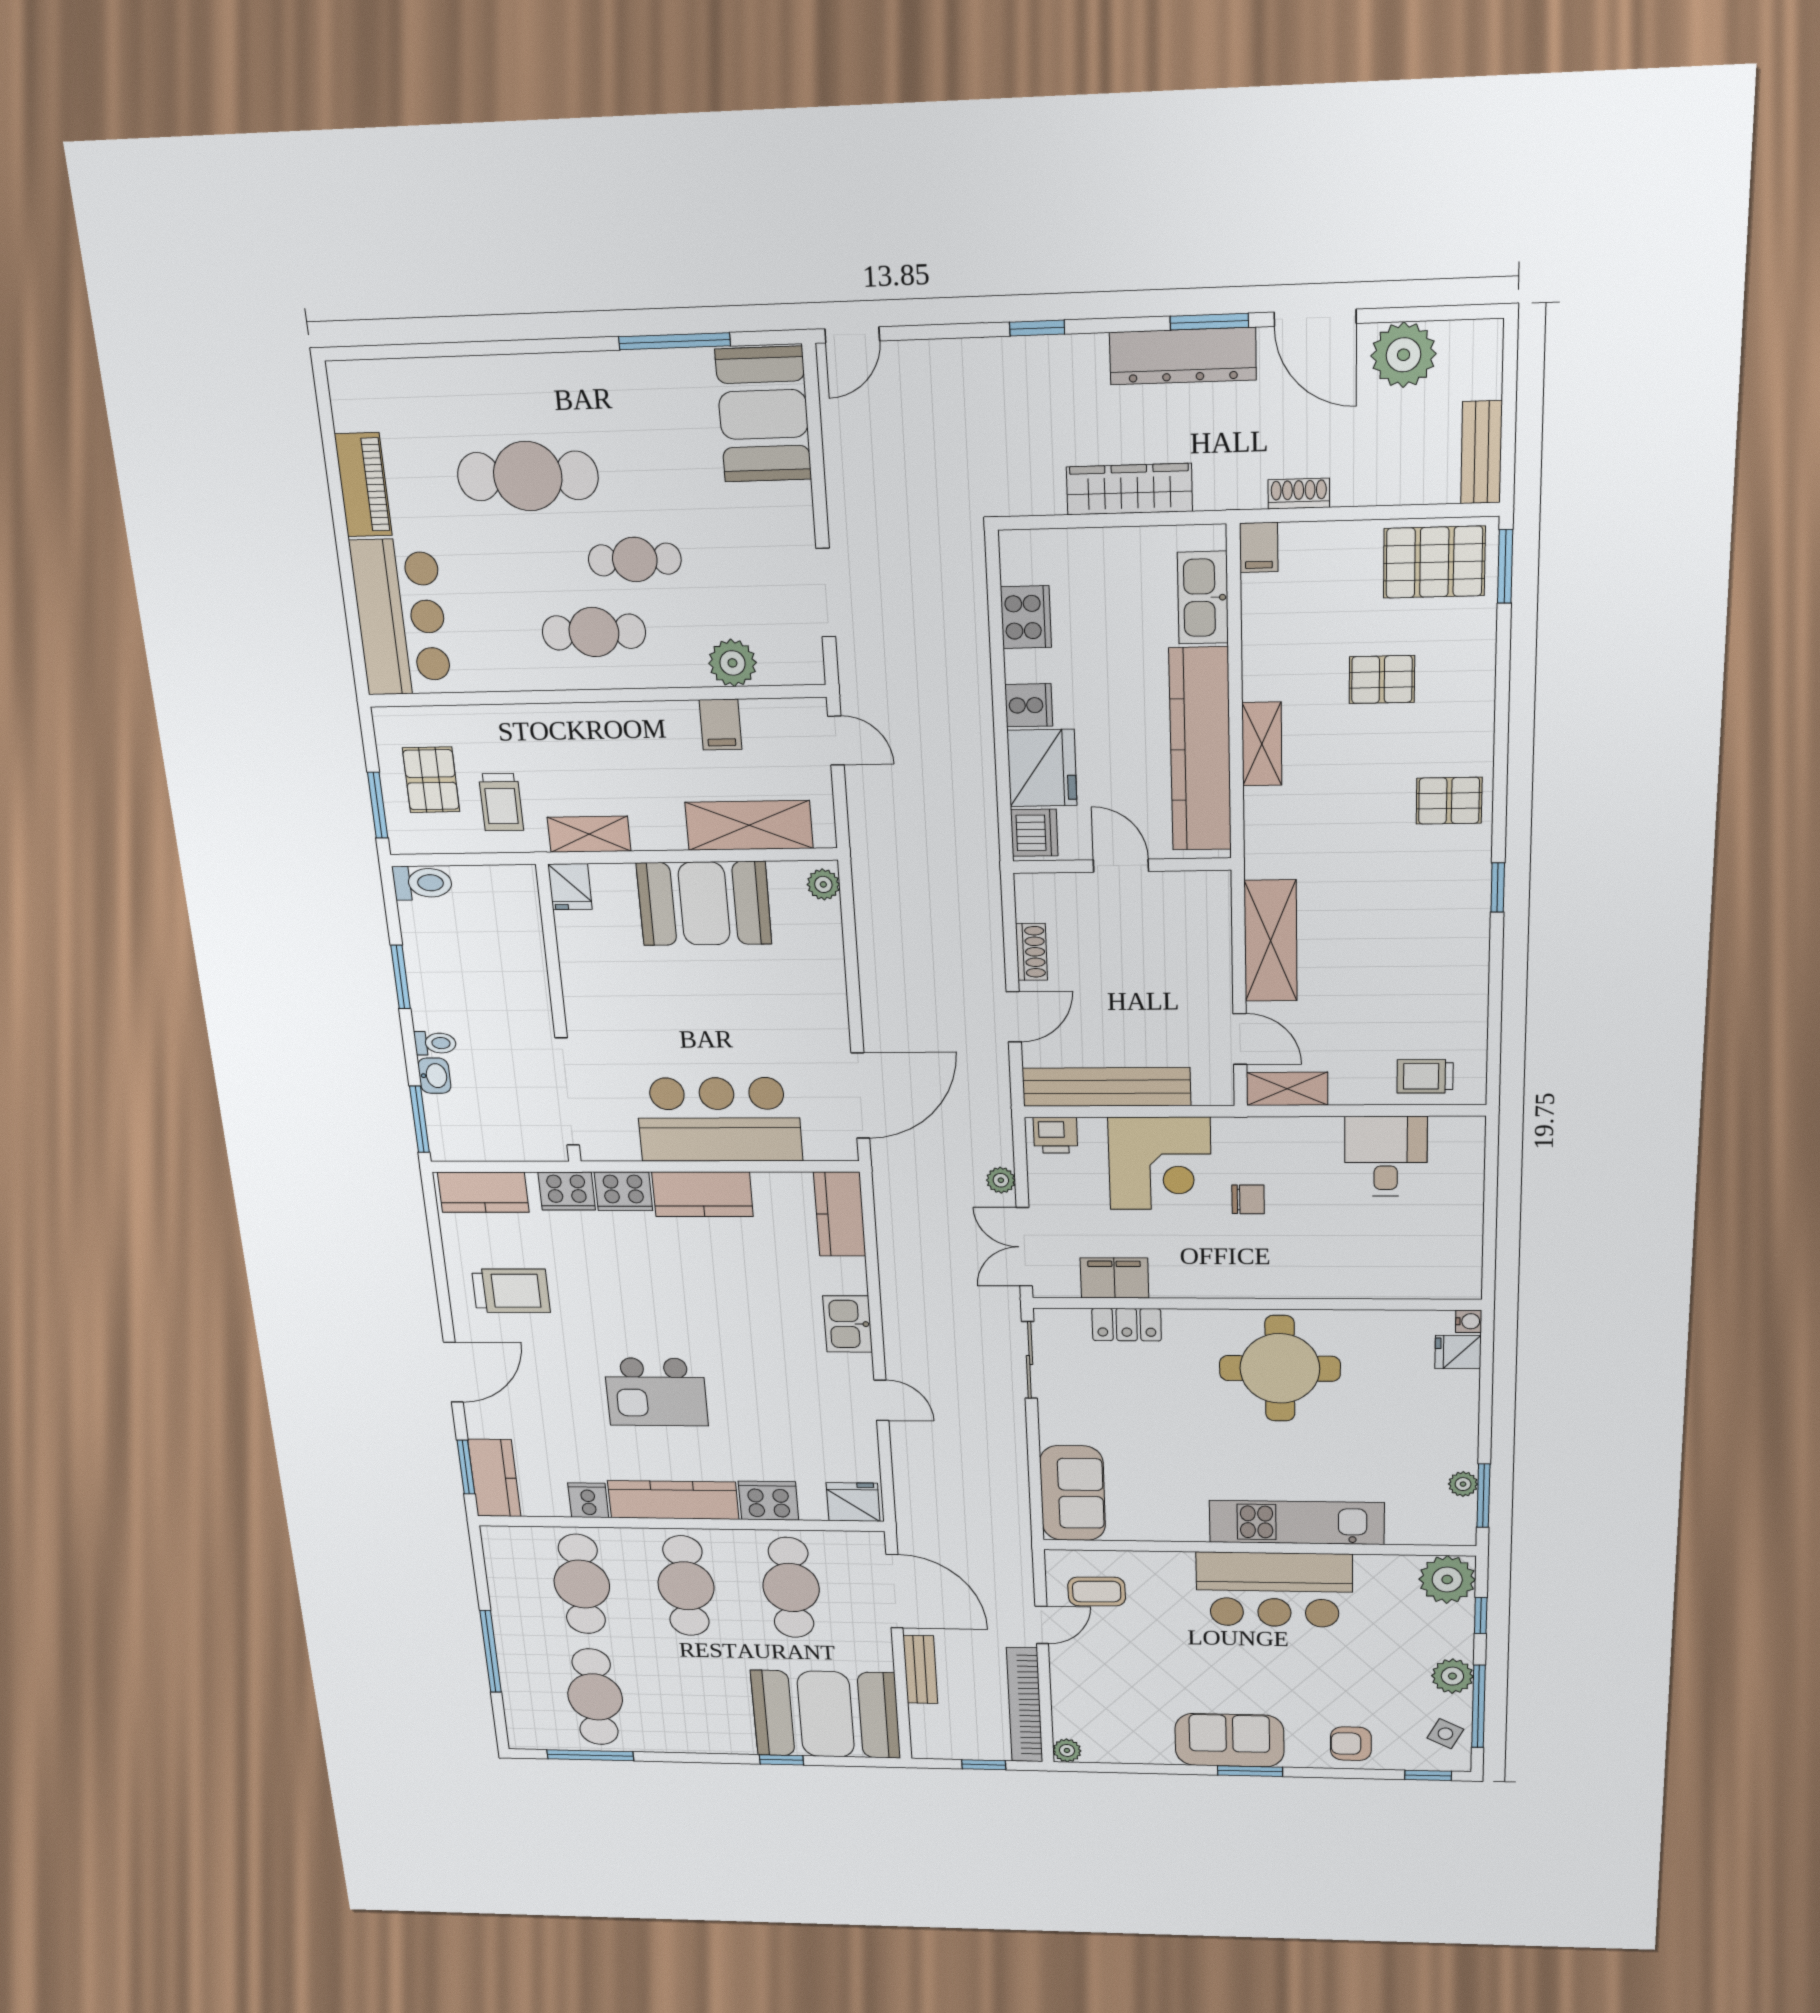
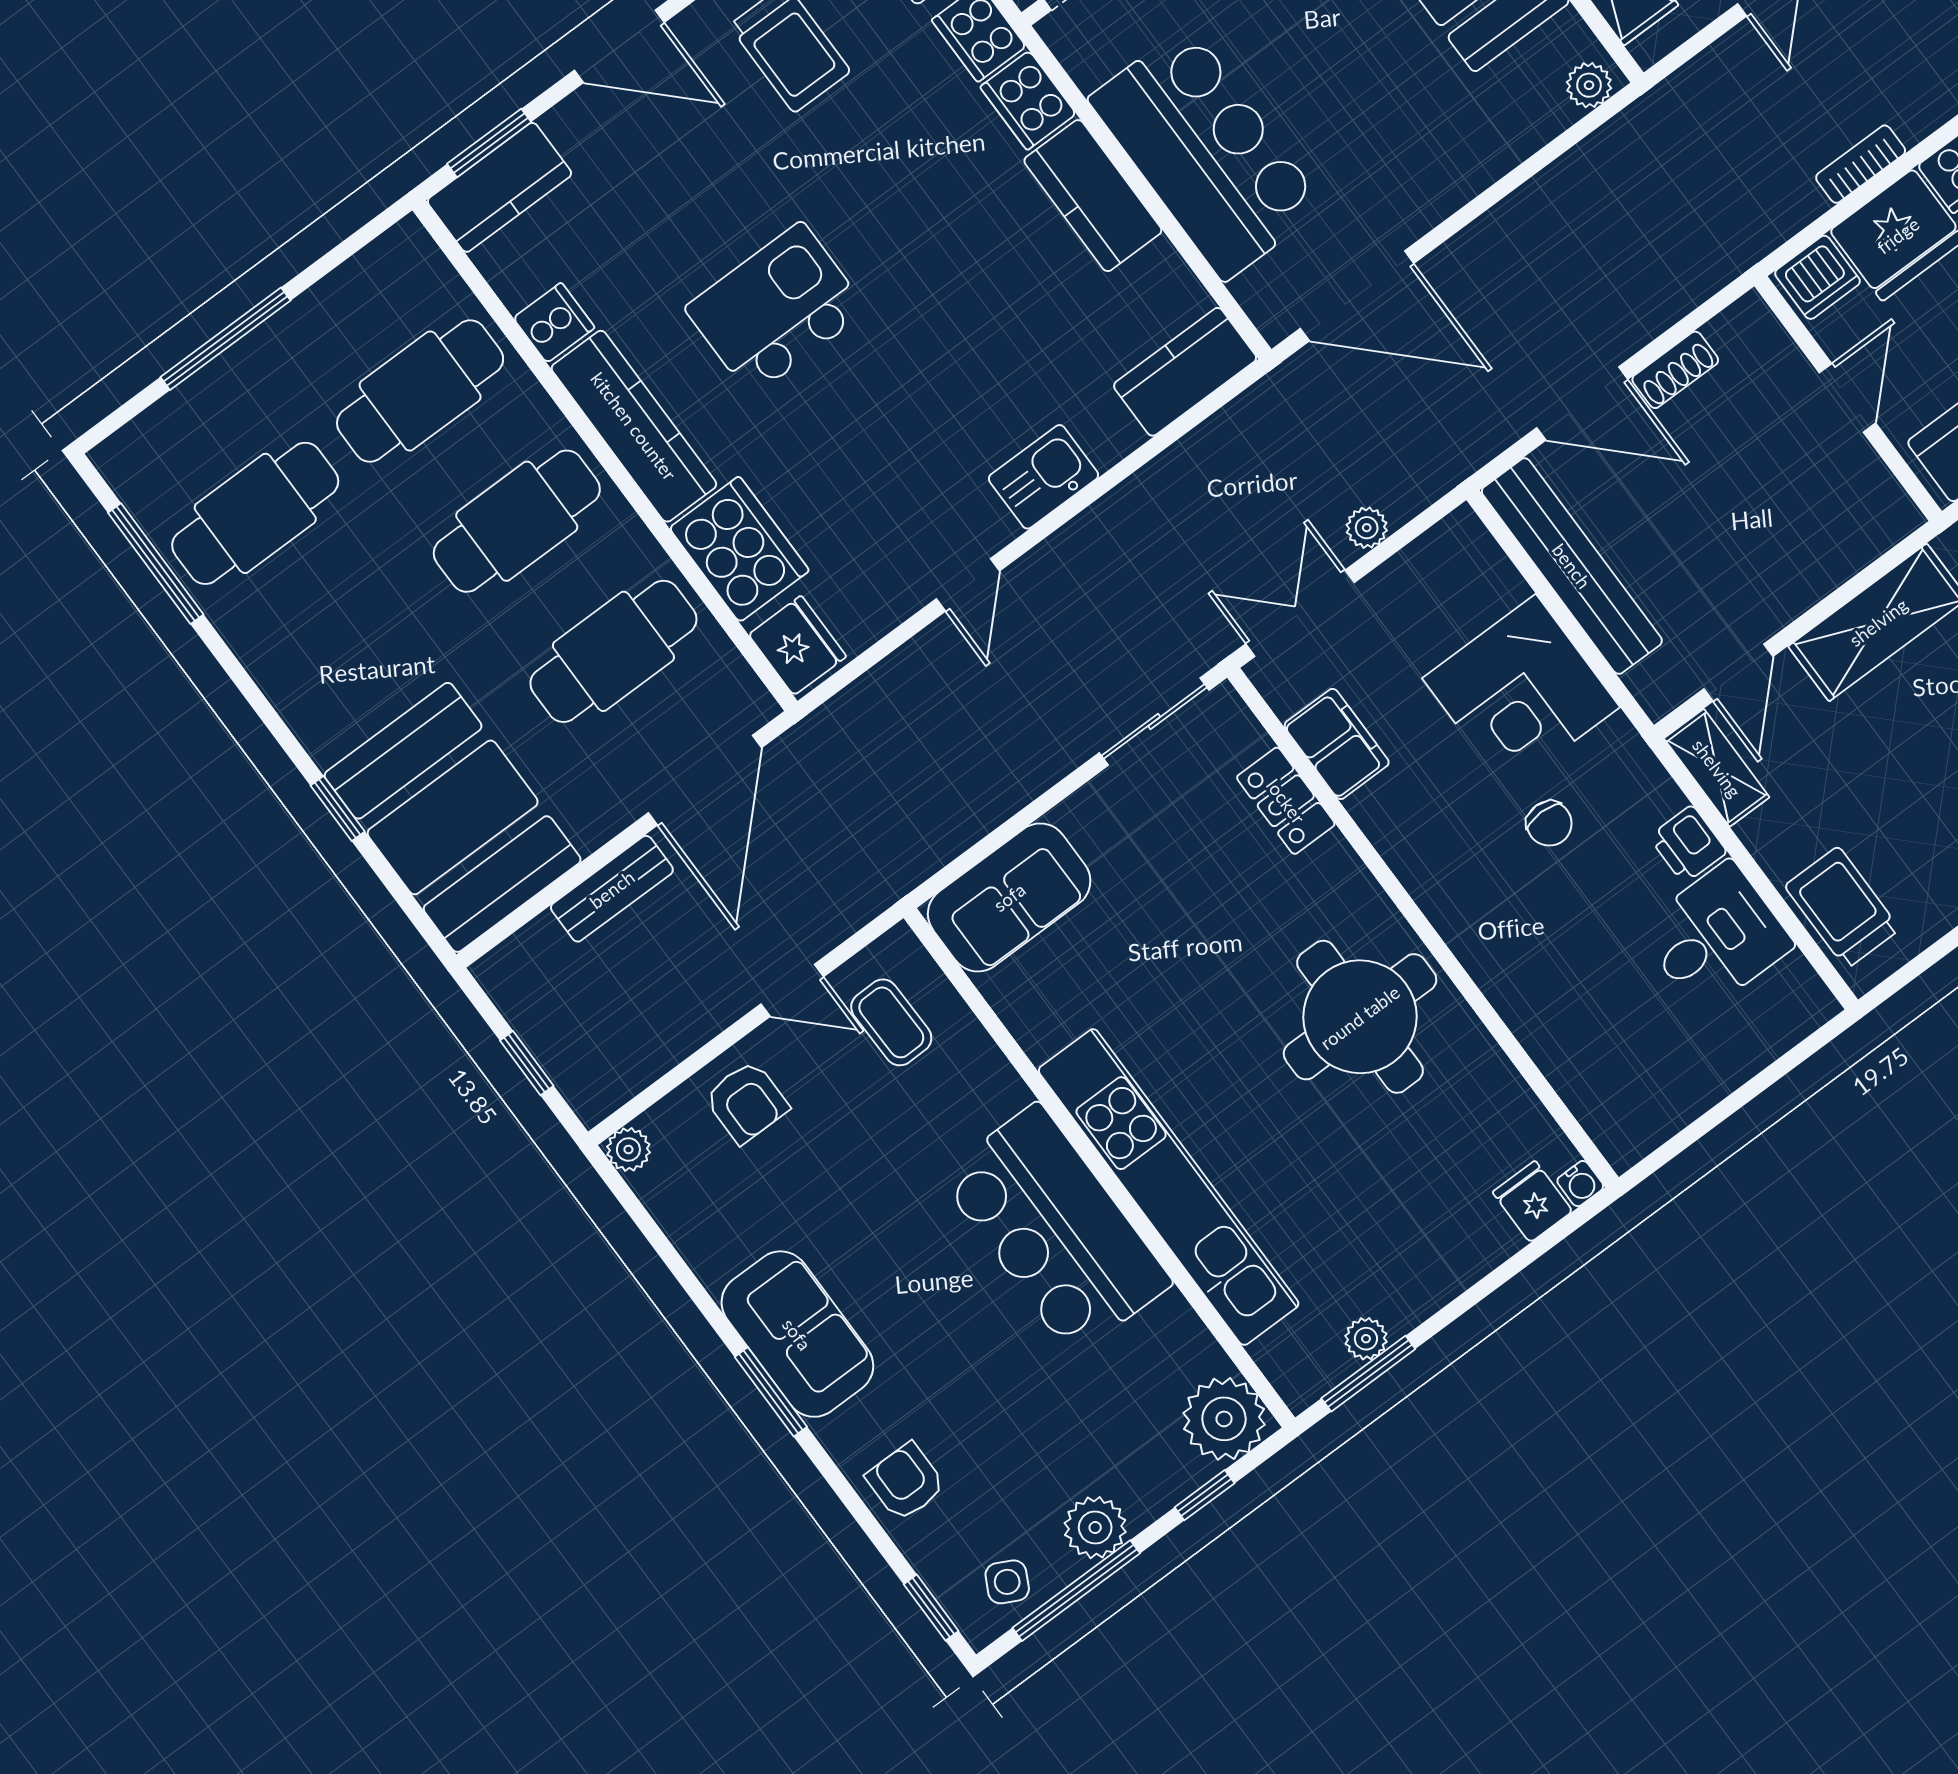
door: (1014, 1017) -> (1582, 404), width x1.38
trolley: (1425, 1076) -> (1842, 908), width x1.36, depth x1.39
printer: (1055, 1135) -> (1688, 844), moved
kitchen island: (656, 1392) -> (776, 309), turned 90
cooker: (768, 1501) -> (739, 549), width x1.37, depth x1.31
kitchen unit: (1297, 1522) -> (1169, 1187), width x1.36
armchair: (1085, 1683) -> (747, 1102), added
bookcase: (1025, 1705) -> (1861, 164), moved, width x0.43, depth x0.76

